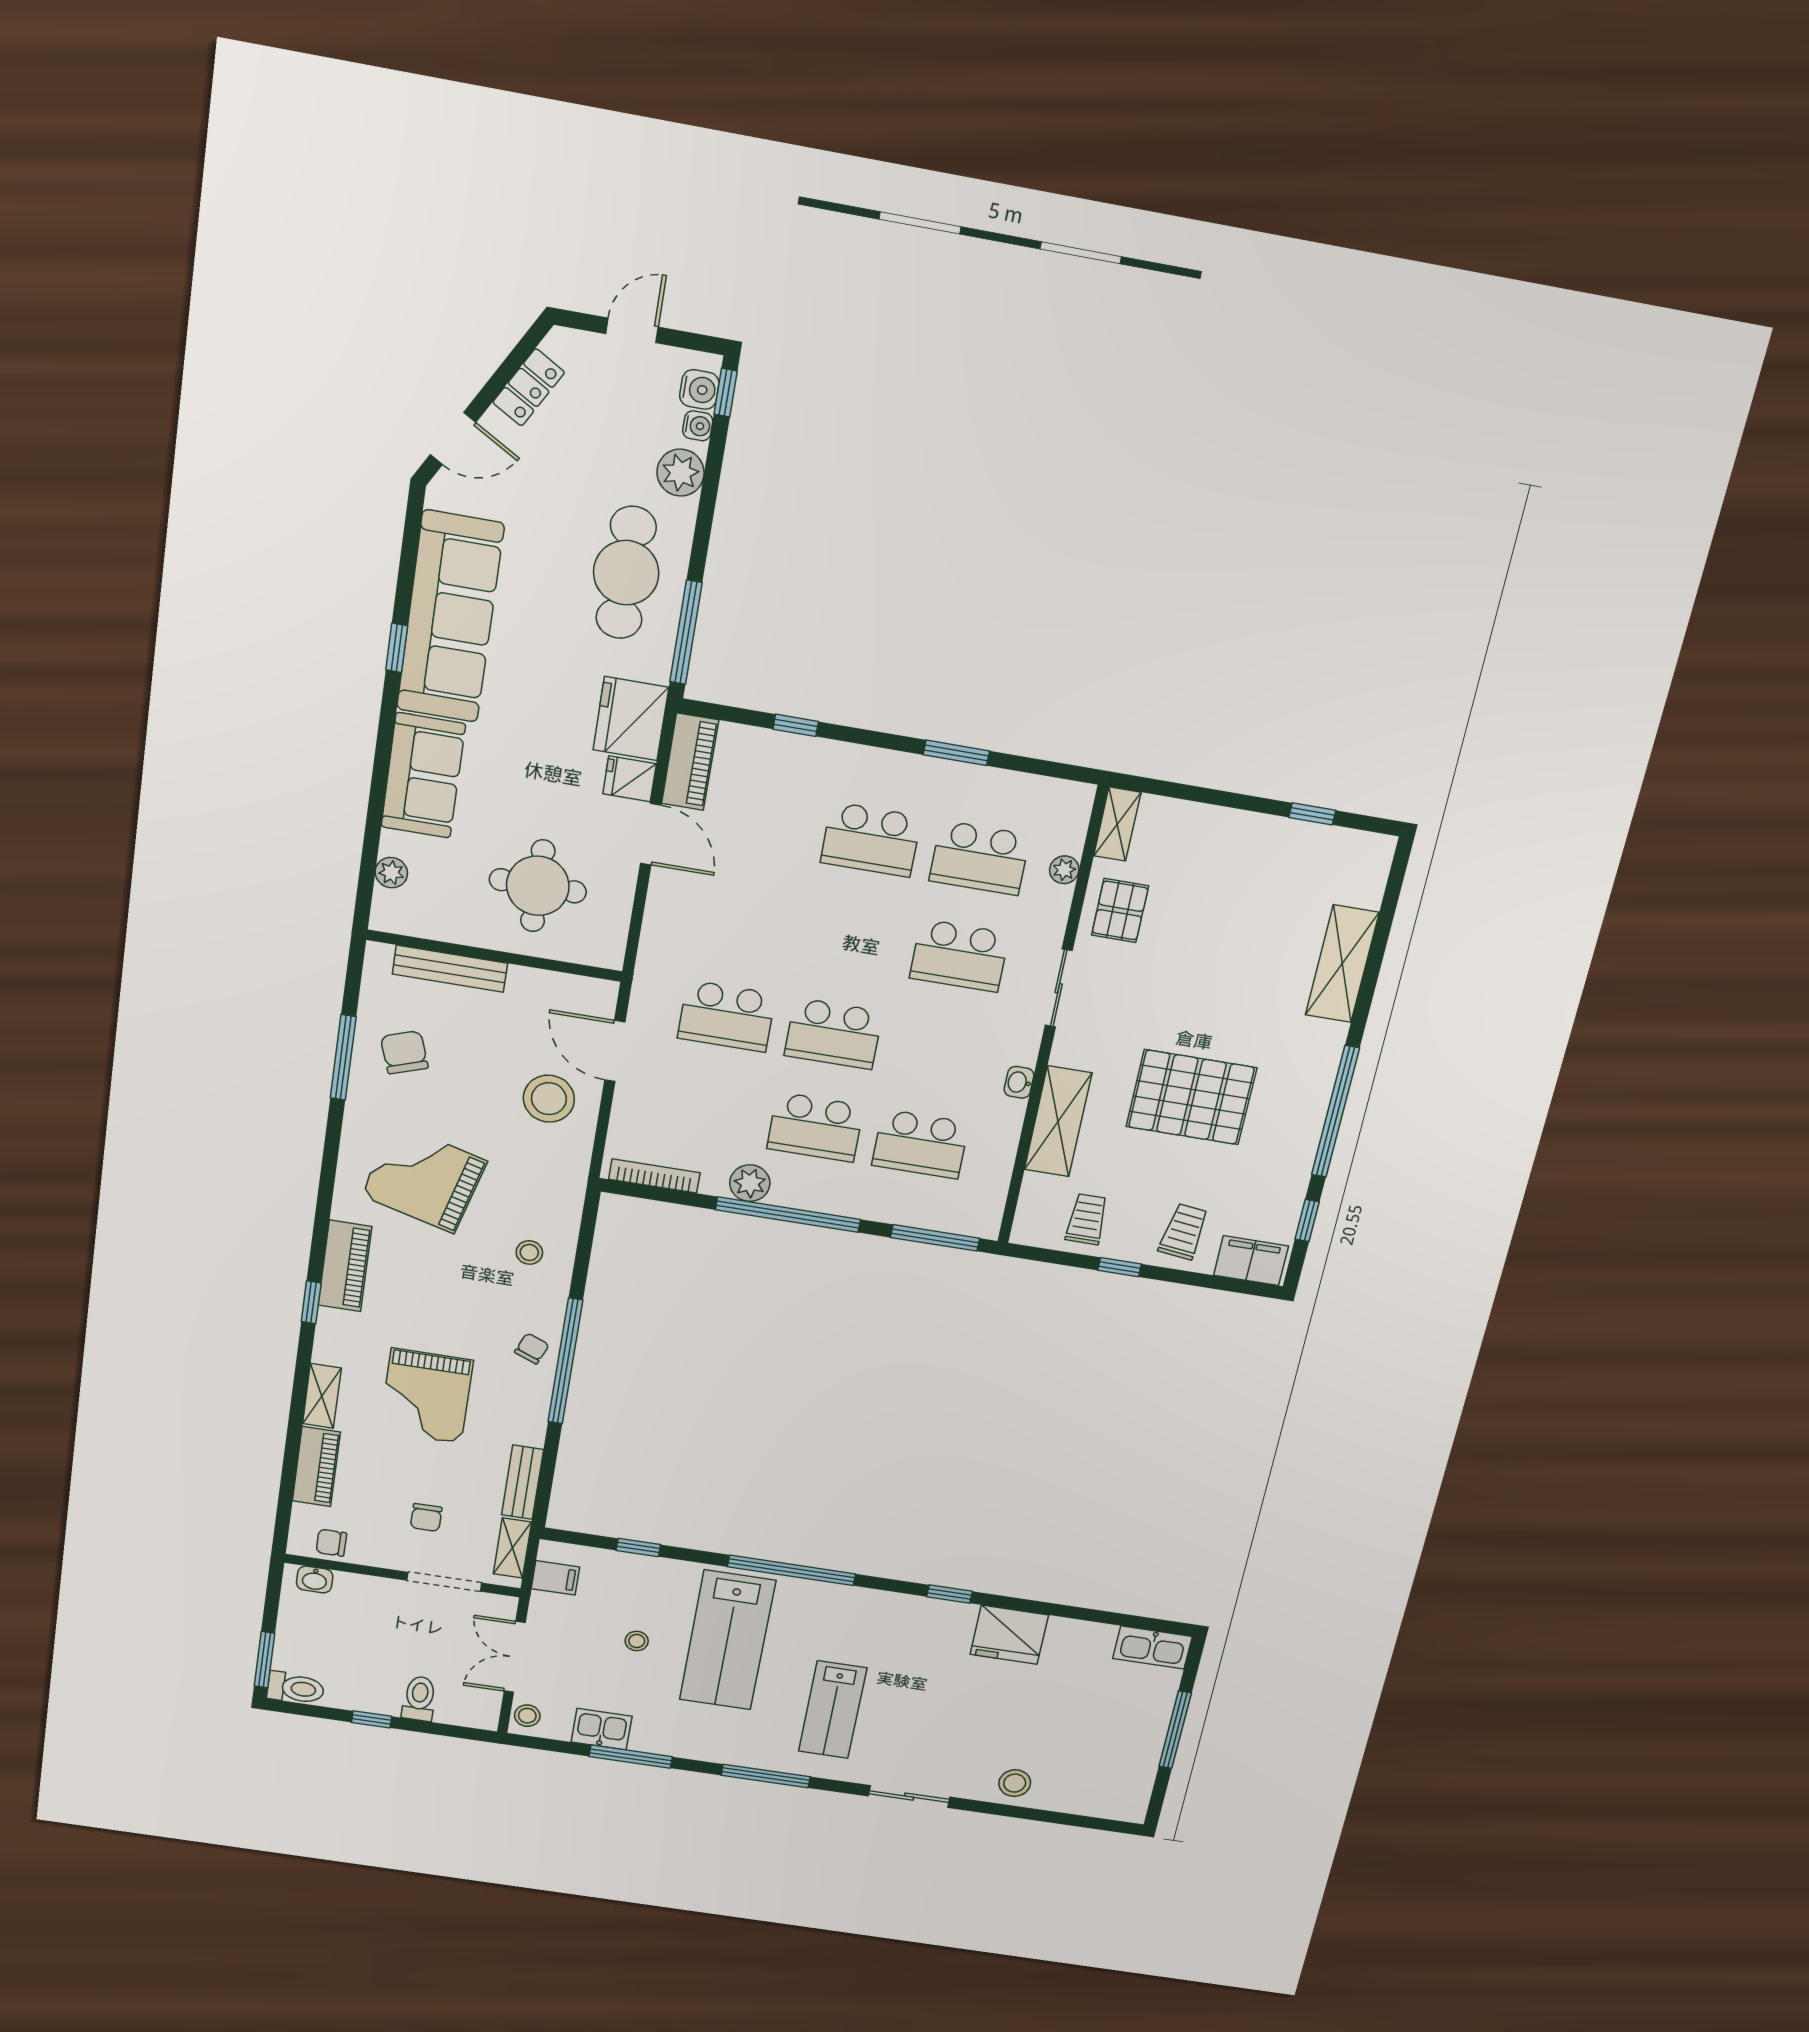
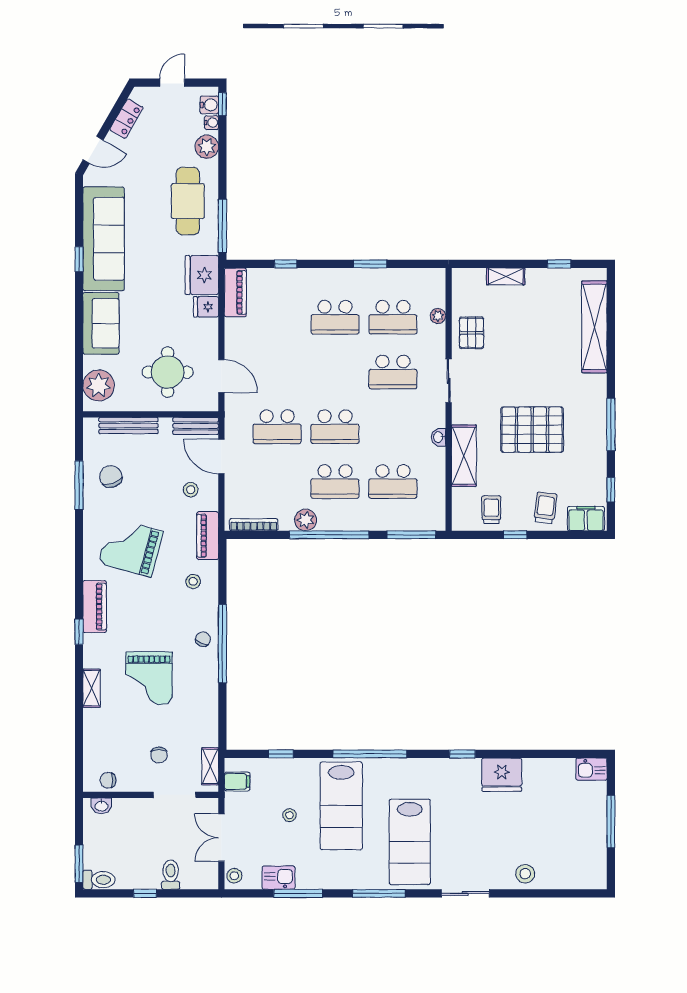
shelving: (1117, 824) -> (506, 276), moved, turned 90
door: (651, 834) -> (221, 376), moved
plant: (391, 873) -> (99, 385), width x1.87, depth x1.87
shelving: (1342, 964) -> (594, 327), width x1.47
stool: (549, 1099) -> (191, 490), width x0.53, depth x0.53
window: (1335, 1112) -> (611, 424), width x0.68
piano: (316, 1467) -> (208, 536), moved, turned 180
bench: (523, 1482) -> (196, 426), moved, turned 90
kitchen sink: (1152, 1647) -> (591, 769), width x0.73
lab bench: (833, 1710) -> (410, 842), width x1.36, depth x1.39

